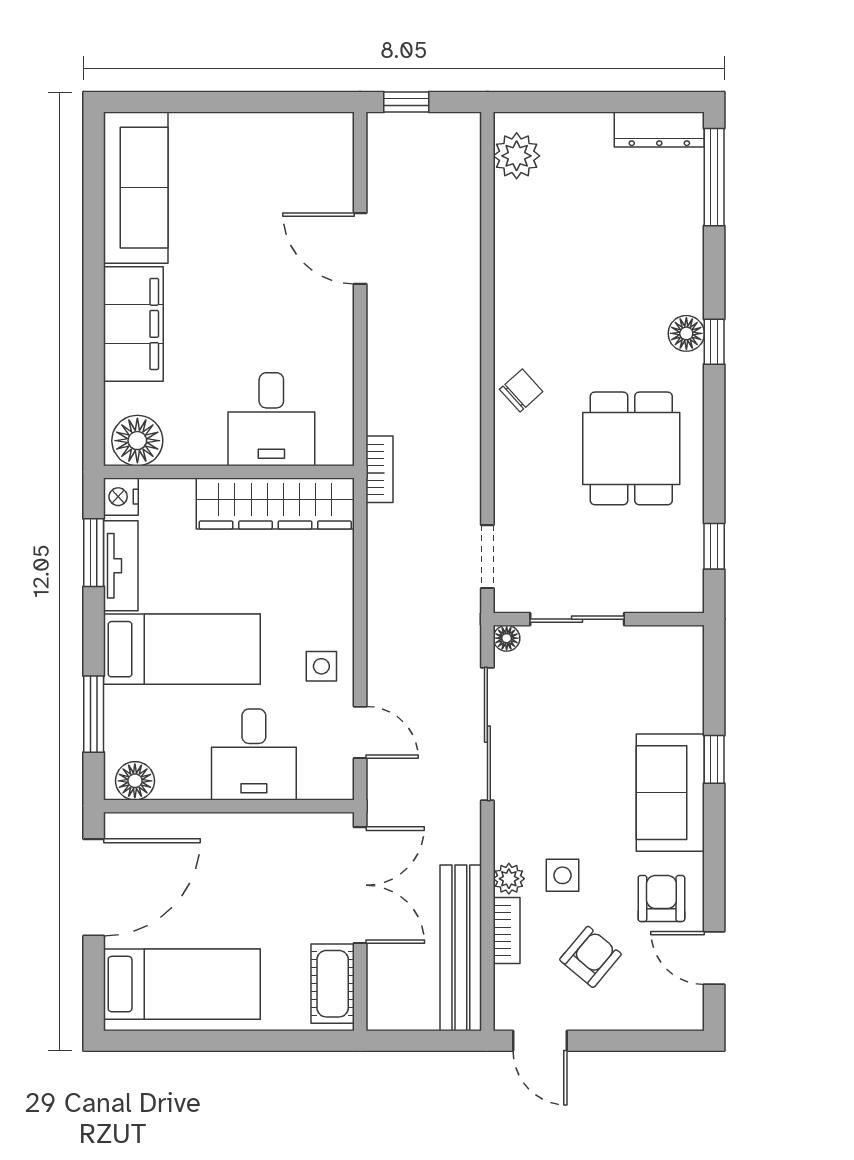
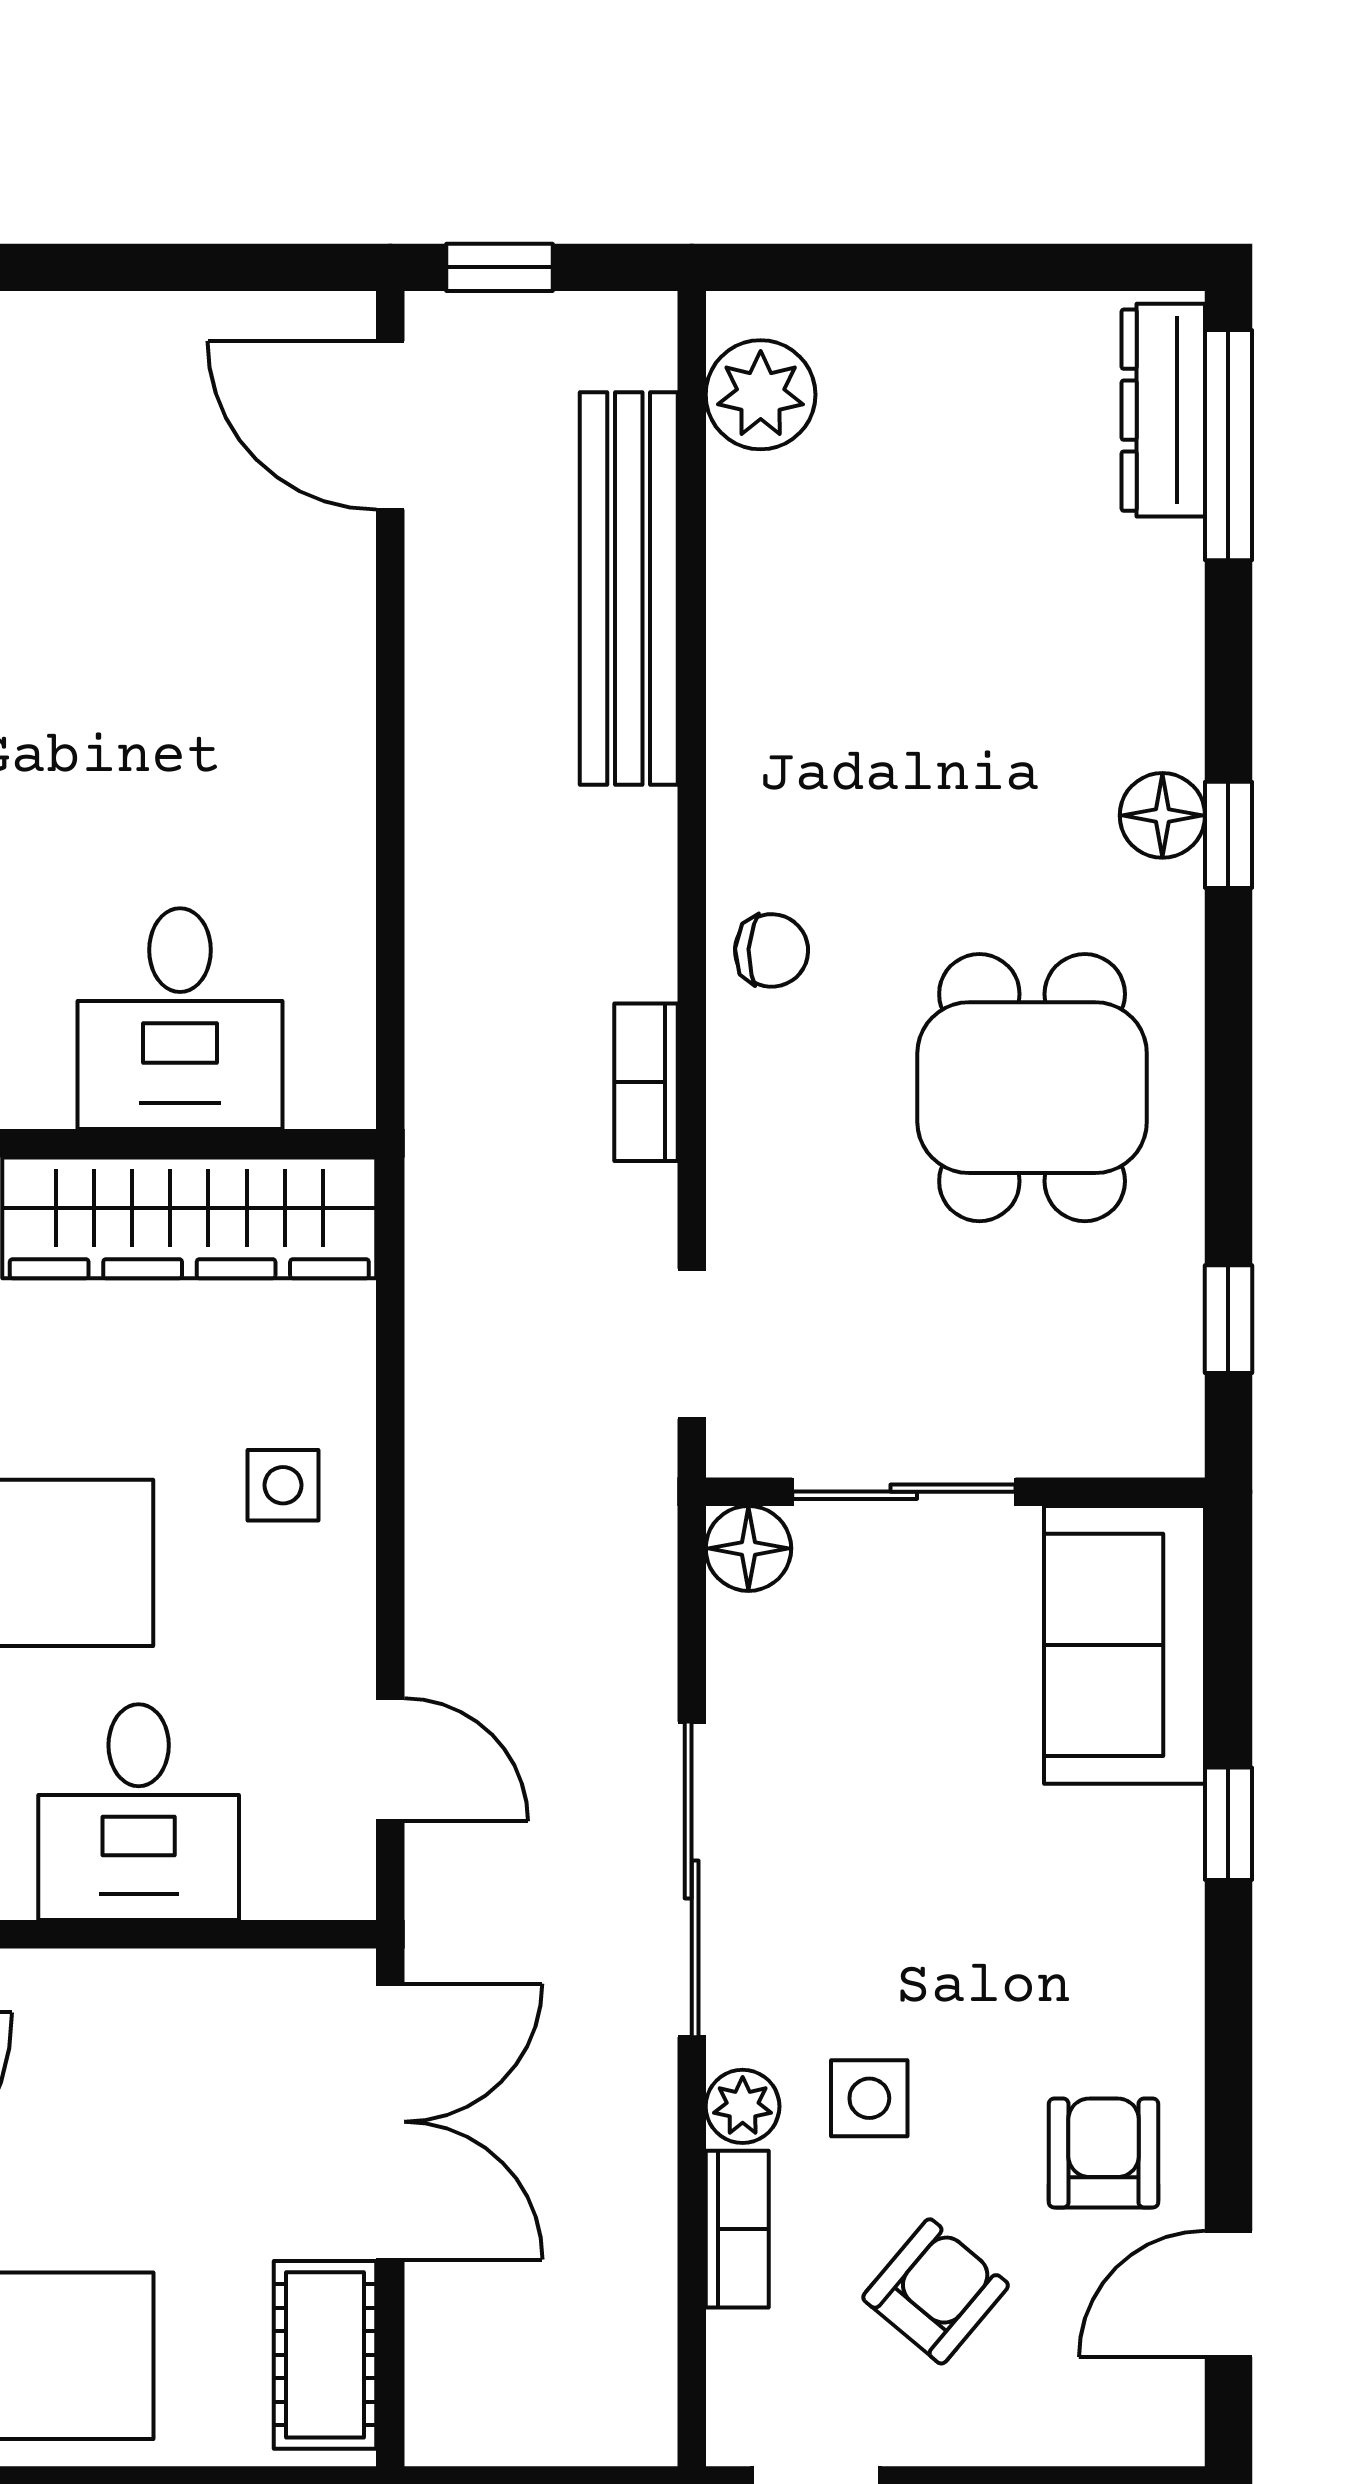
dresser: (659, 130) -> (1163, 410), moved, turned 90
door: (360, 248) -> (390, 425), moved
chair: (521, 390) -> (772, 950), turned 45
bookcase: (379, 469) -> (646, 1082), moved, turned 180
floor lamp: (507, 638) -> (748, 1548), width x1.37, depth x1.37
side table: (321, 666) -> (283, 1485), moved
sliding door: (487, 734) -> (692, 1879), moved
sofa: (670, 793) -> (1125, 1645), moved
bench: (461, 948) -> (629, 589), moved
door: (714, 958) -> (1228, 2294), hinge flipped

